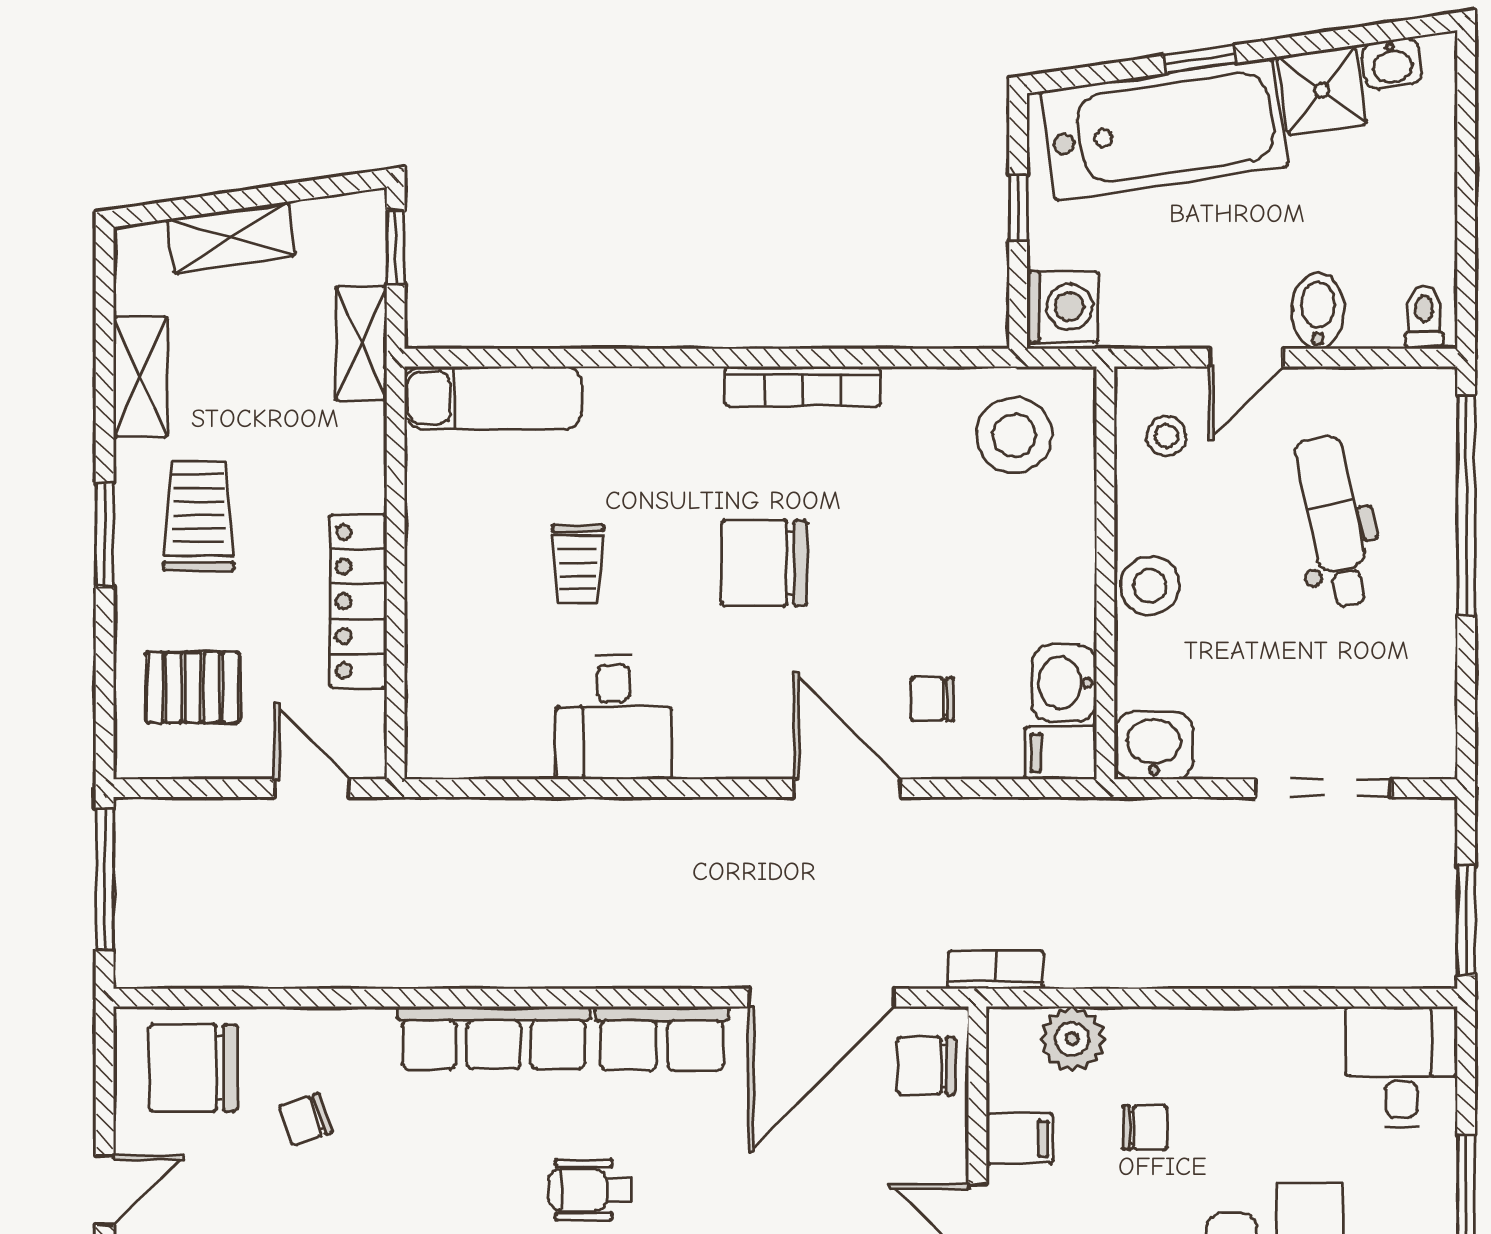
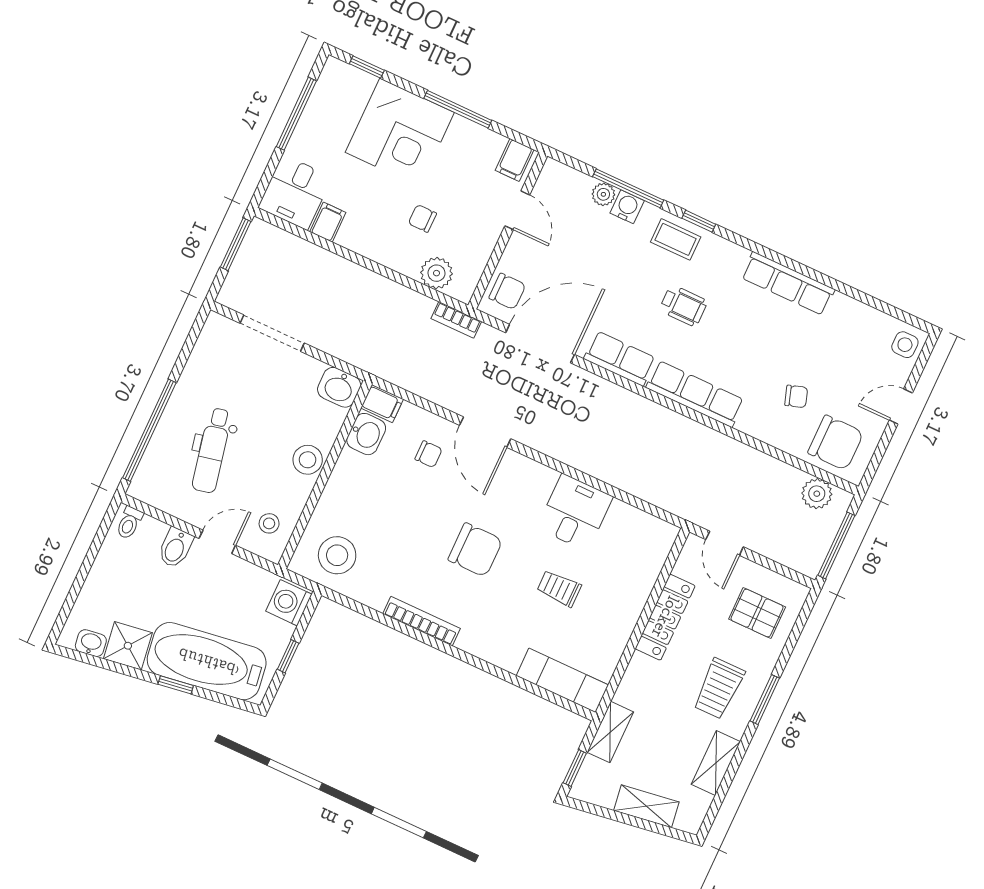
trolley: (578, 564) -> (559, 588), turned -90
plant: (185, 958) -> (817, 494), added
filing cabinet: (1020, 1138) -> (328, 222), moved, turned 90

